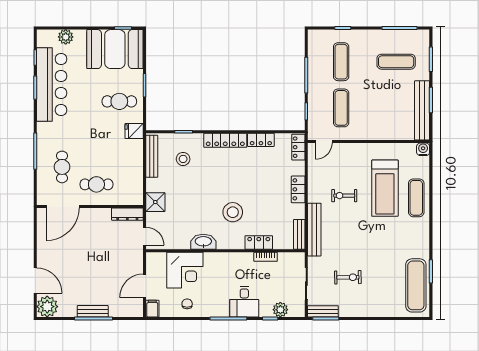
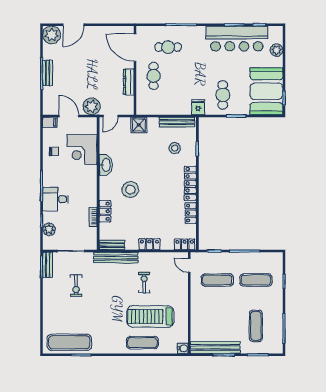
dresser: (127, 214) -> (129, 82), moved
plant: (133, 259) -> (92, 106), added

